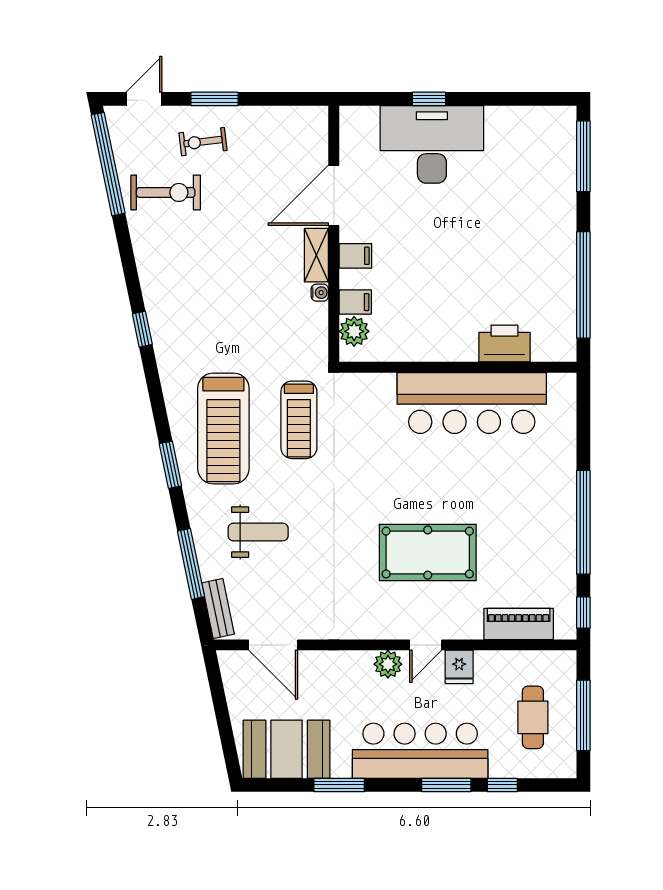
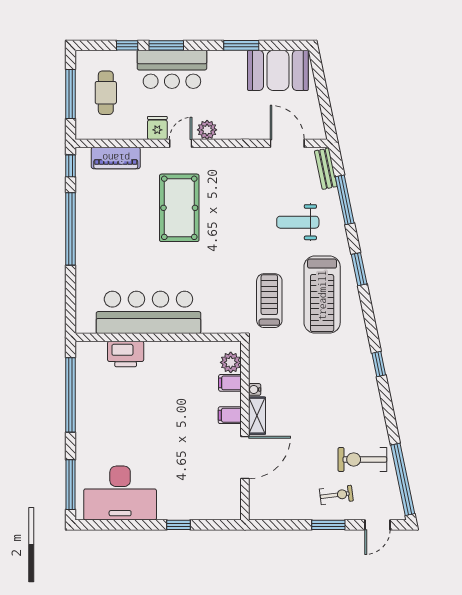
desk: (432, 144) -> (120, 493), moved
treadmill: (223, 428) -> (322, 295), turned 180
pool table: (428, 553) -> (179, 208), turned 90
bar counter: (420, 751) -> (172, 69), width x0.73

